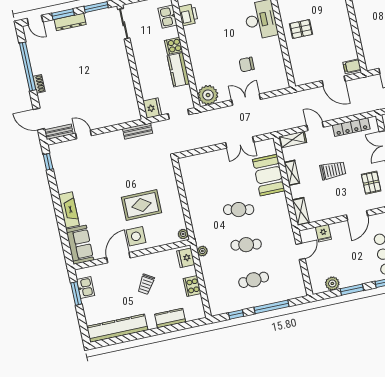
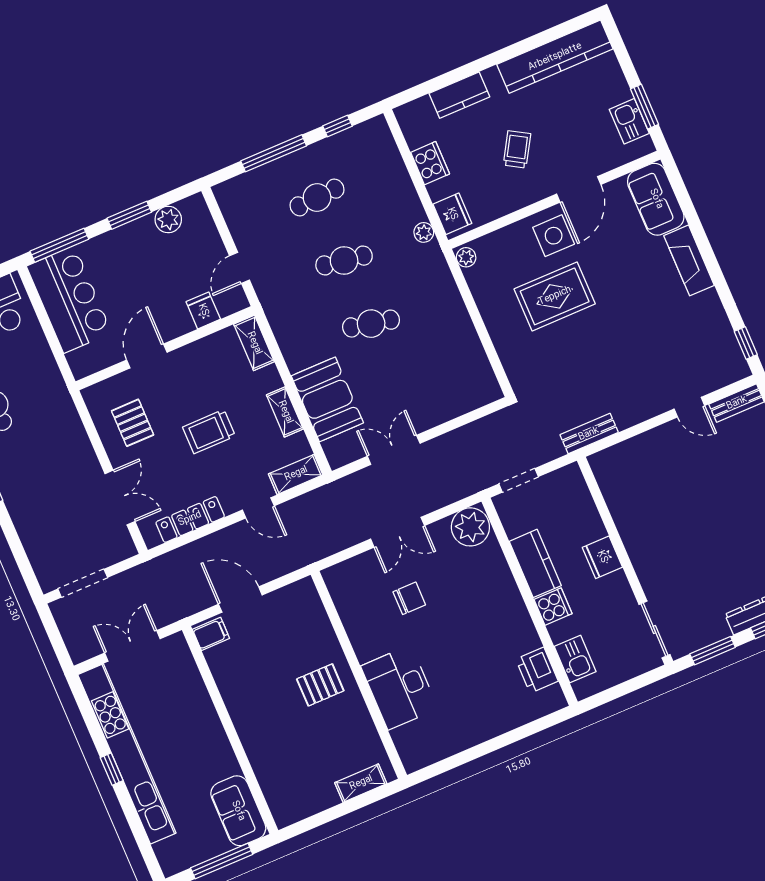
fridge: (152, 108) -> (602, 557), moved

